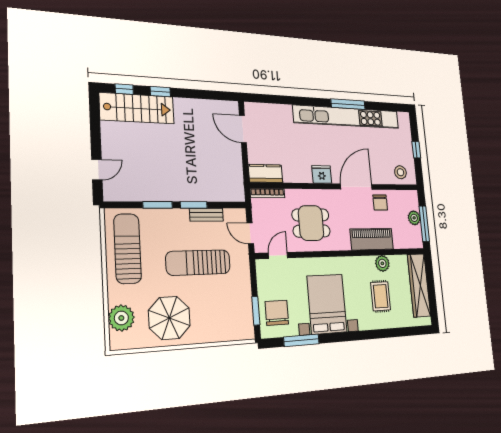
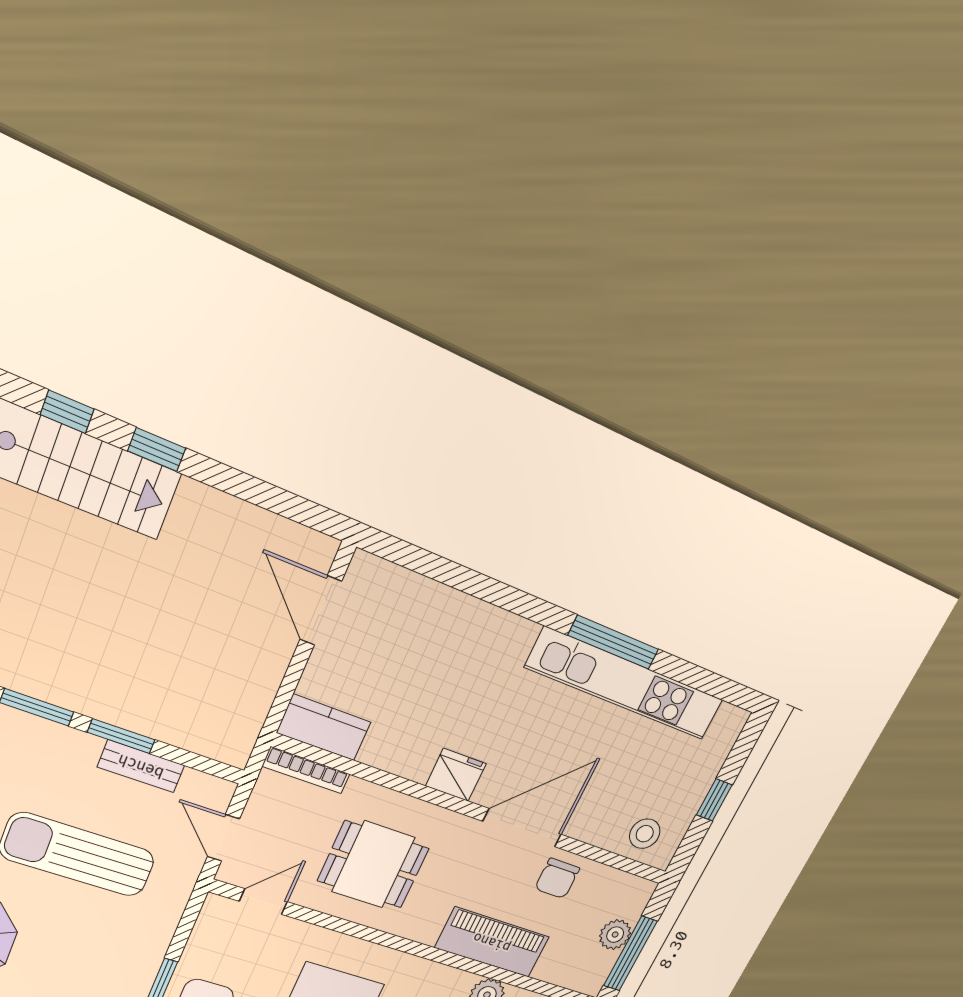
kitchen unit: (347, 117) -> (625, 684), width x0.73

